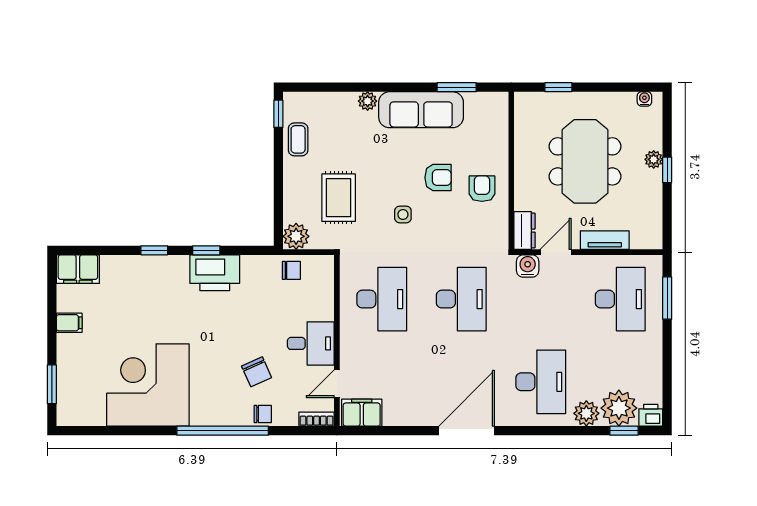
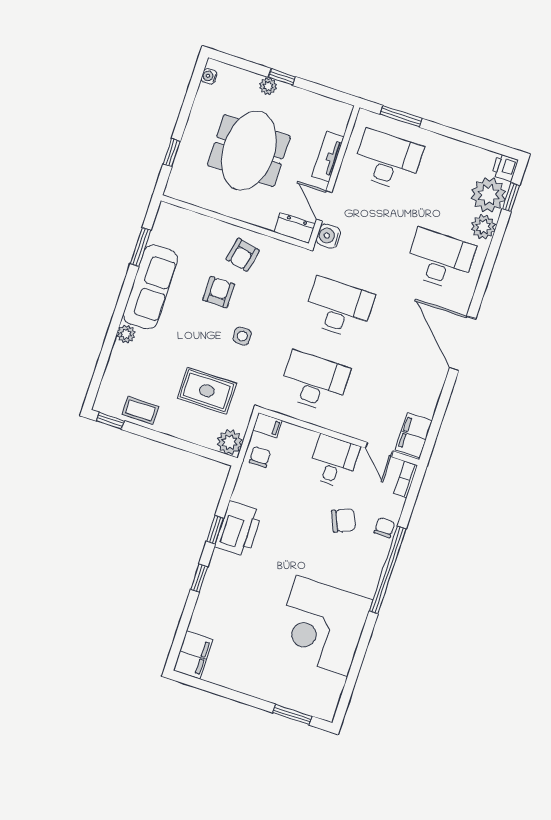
meeting table: (585, 161) -> (249, 151), turned 90
armchair: (482, 189) -> (243, 255), turned -78
filing cabinet: (69, 323) -> (268, 425), moved, turned 90

